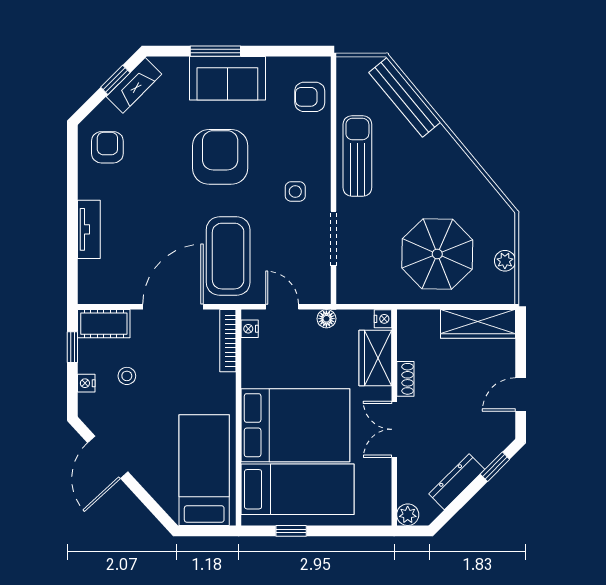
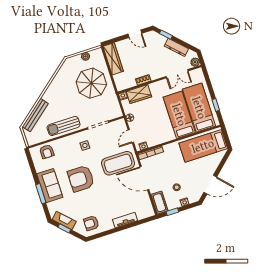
bed: (295, 425) -> (179, 115), width x0.67
double door: (394, 429) -> (177, 74), moved

